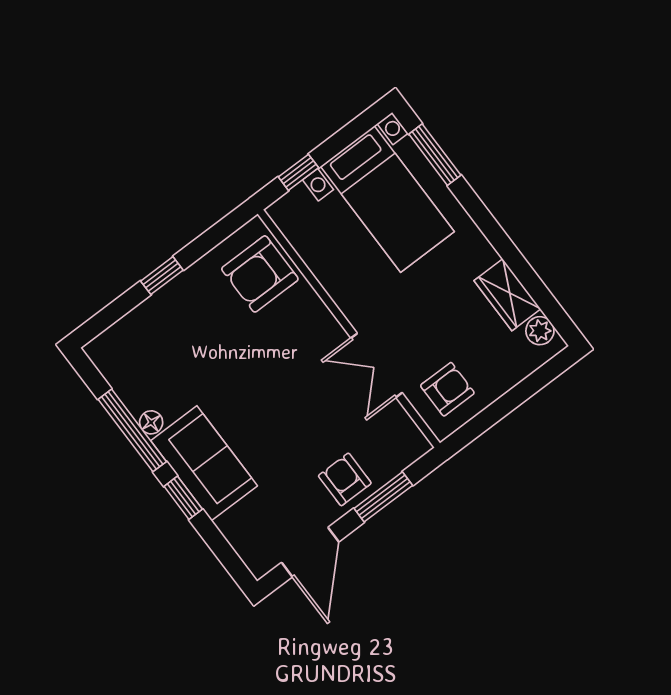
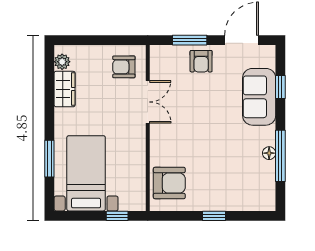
window: (435, 155) -> (49, 159), moved
sofa: (204, 463) -> (259, 97), moved
window: (183, 498) -> (280, 87), moved

